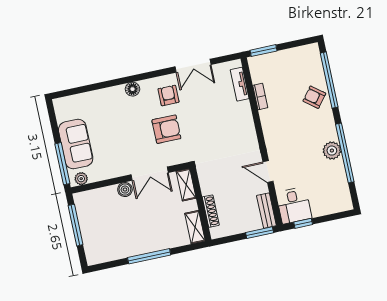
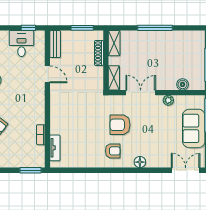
double door: (193, 66) -> (186, 170), moved
armchair: (168, 95) -> (113, 151), turned -90
plant: (81, 179) -> (168, 100), moved
boiler: (125, 190) -> (183, 84), moved
desk: (294, 205) -> (21, 44), moved
window: (260, 233) -> (82, 28), moved

